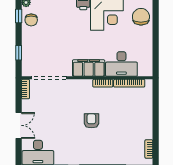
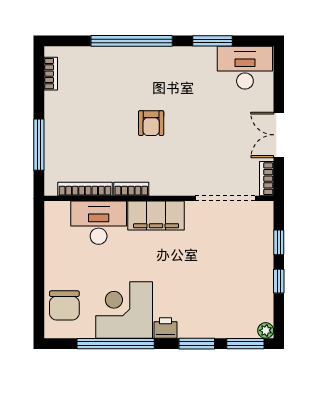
window: (19, 16) -> (279, 281), moved
chair: (31, 20) -> (257, 300), removed
window: (156, 108) -> (39, 145), added
double door: (19, 125) -> (279, 135), moved

